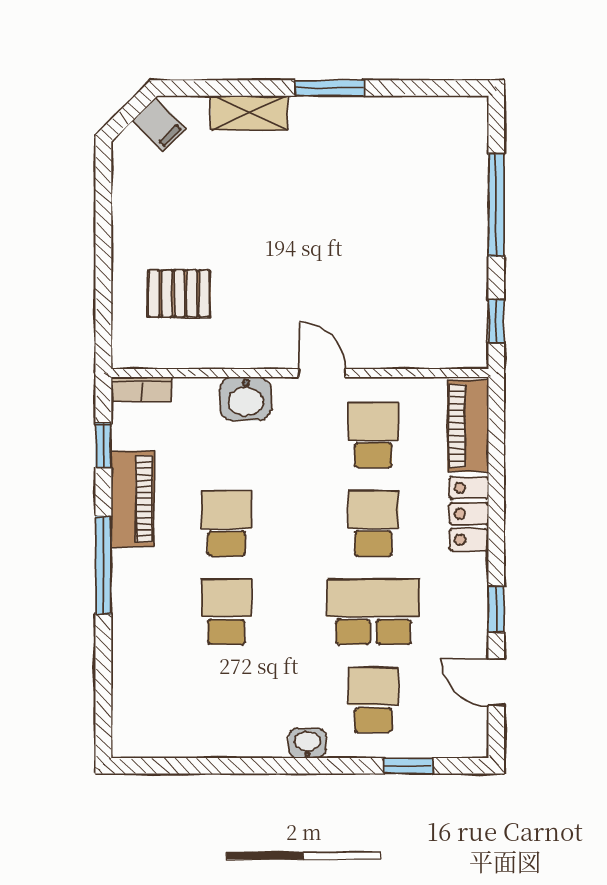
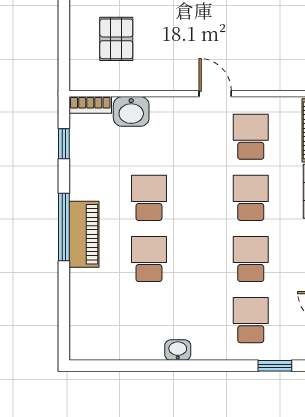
pallet: (179, 294) -> (116, 39), turned 90
washbasin: (246, 399) -> (131, 111), moved
piano: (133, 499) -> (84, 234), moved
school desk: (373, 612) -> (251, 259), width x0.54
washbasin: (307, 743) -> (178, 350), moved

